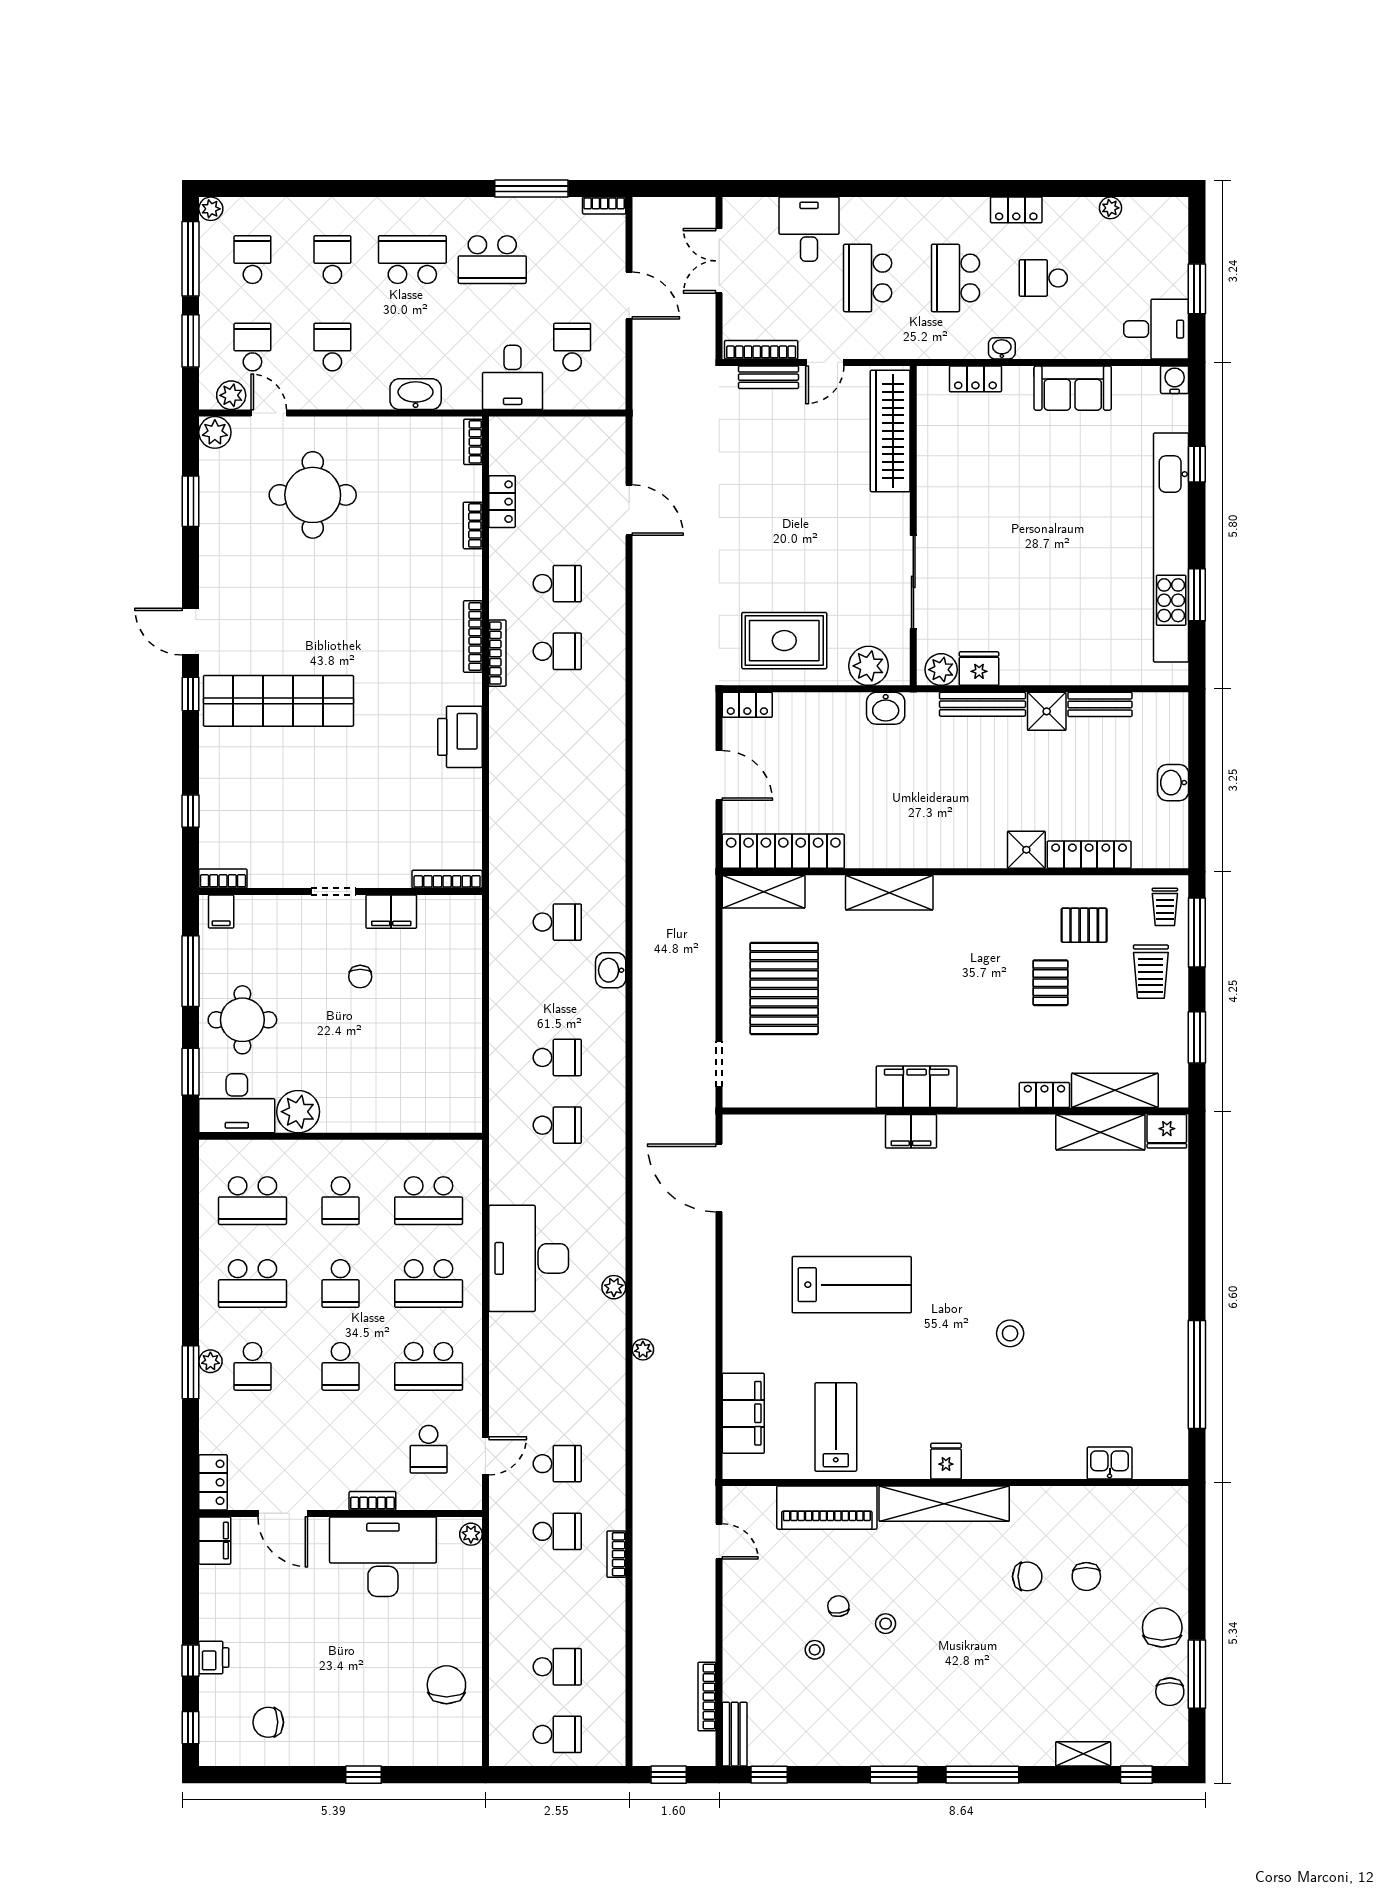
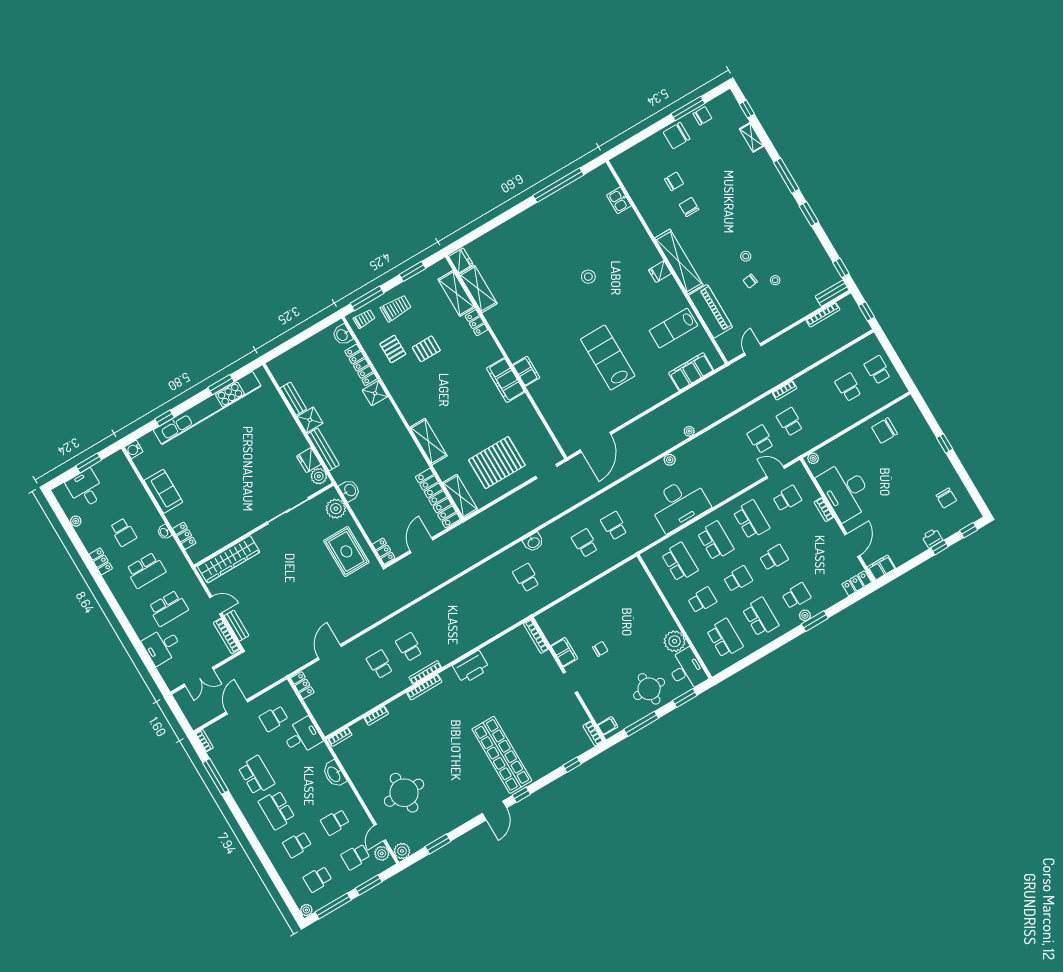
desk: (1156, 329) -> (85, 489), moved
locker: (502, 502) -> (302, 685), moved, turned 90
washbasin: (1173, 783) -> (342, 335), moved, turned 90

